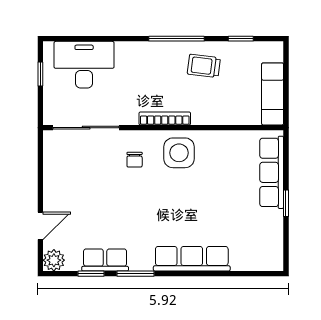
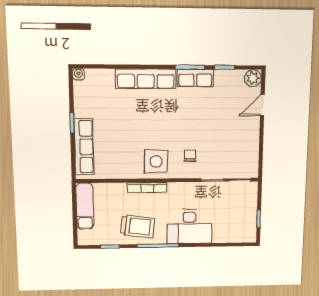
desk: (84, 65) -> (189, 226), moved
trolley: (204, 66) -> (138, 226), width x1.36, depth x1.39
bookcase: (165, 118) -> (147, 187), moved
row of seats: (105, 260) -> (195, 78), moved
water cooler: (276, 264) -> (78, 74), added

